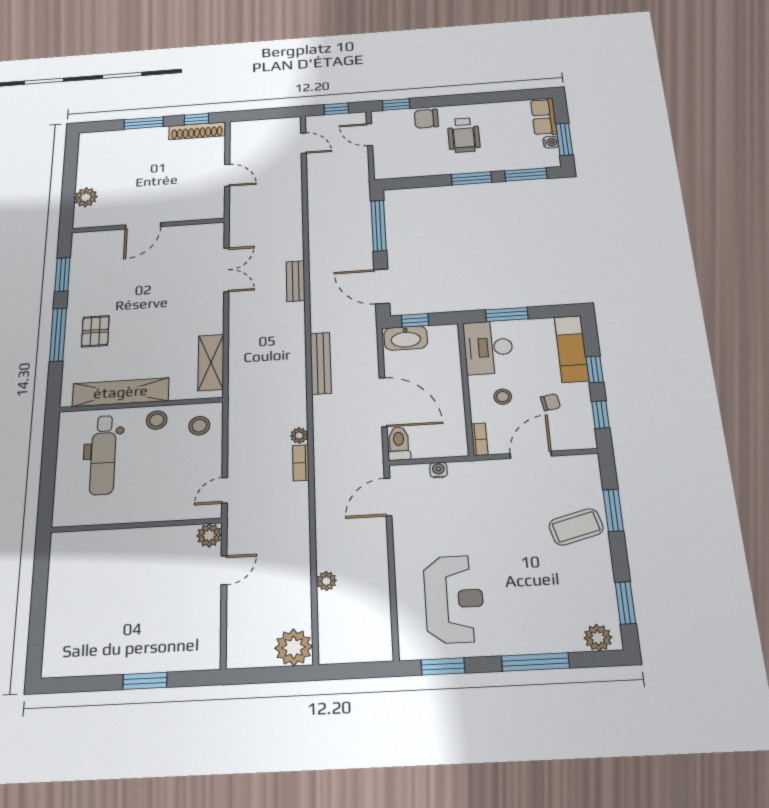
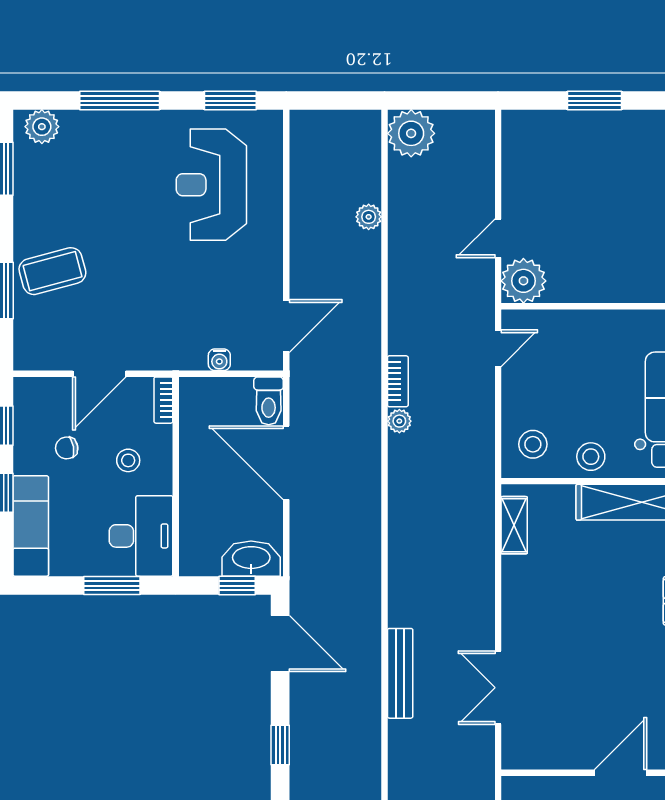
window: (378, 226) -> (280, 745), width x0.46
bench: (296, 281) -> (400, 673), width x1.36
shelving: (211, 362) -> (514, 525), width x0.67, depth x0.75
bench: (321, 363) -> (368, 528), removed
plant: (209, 535) -> (523, 281), width x1.36, depth x1.36

